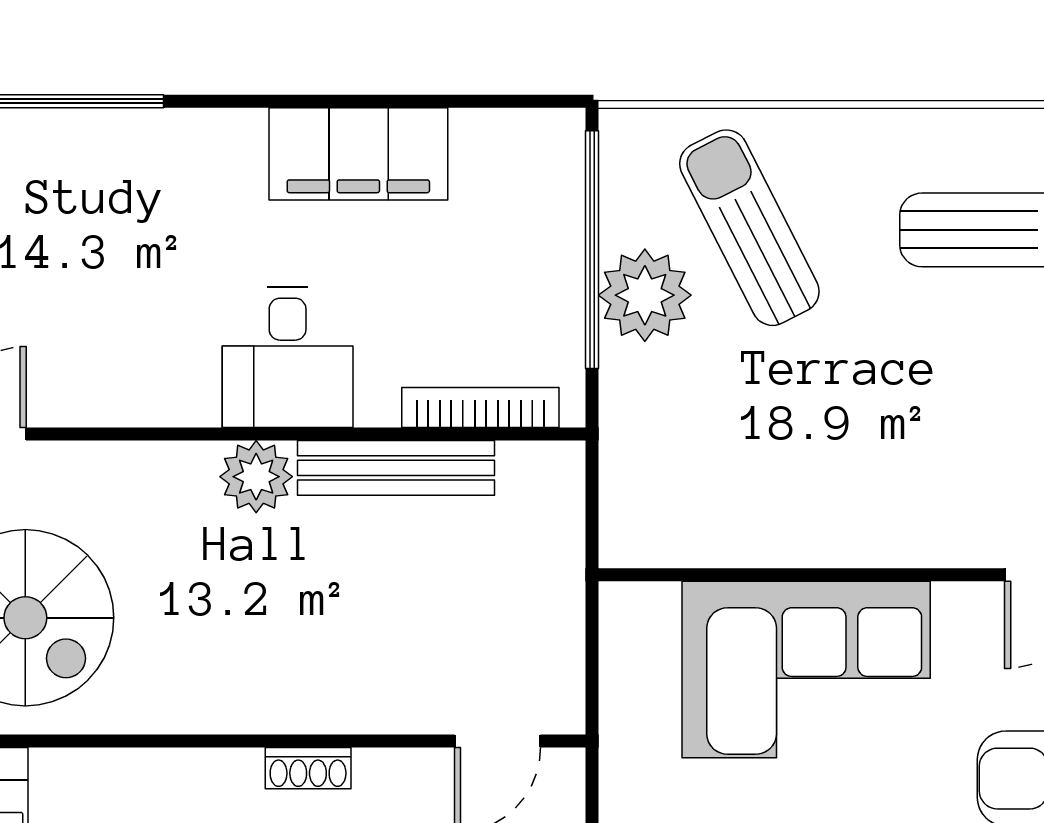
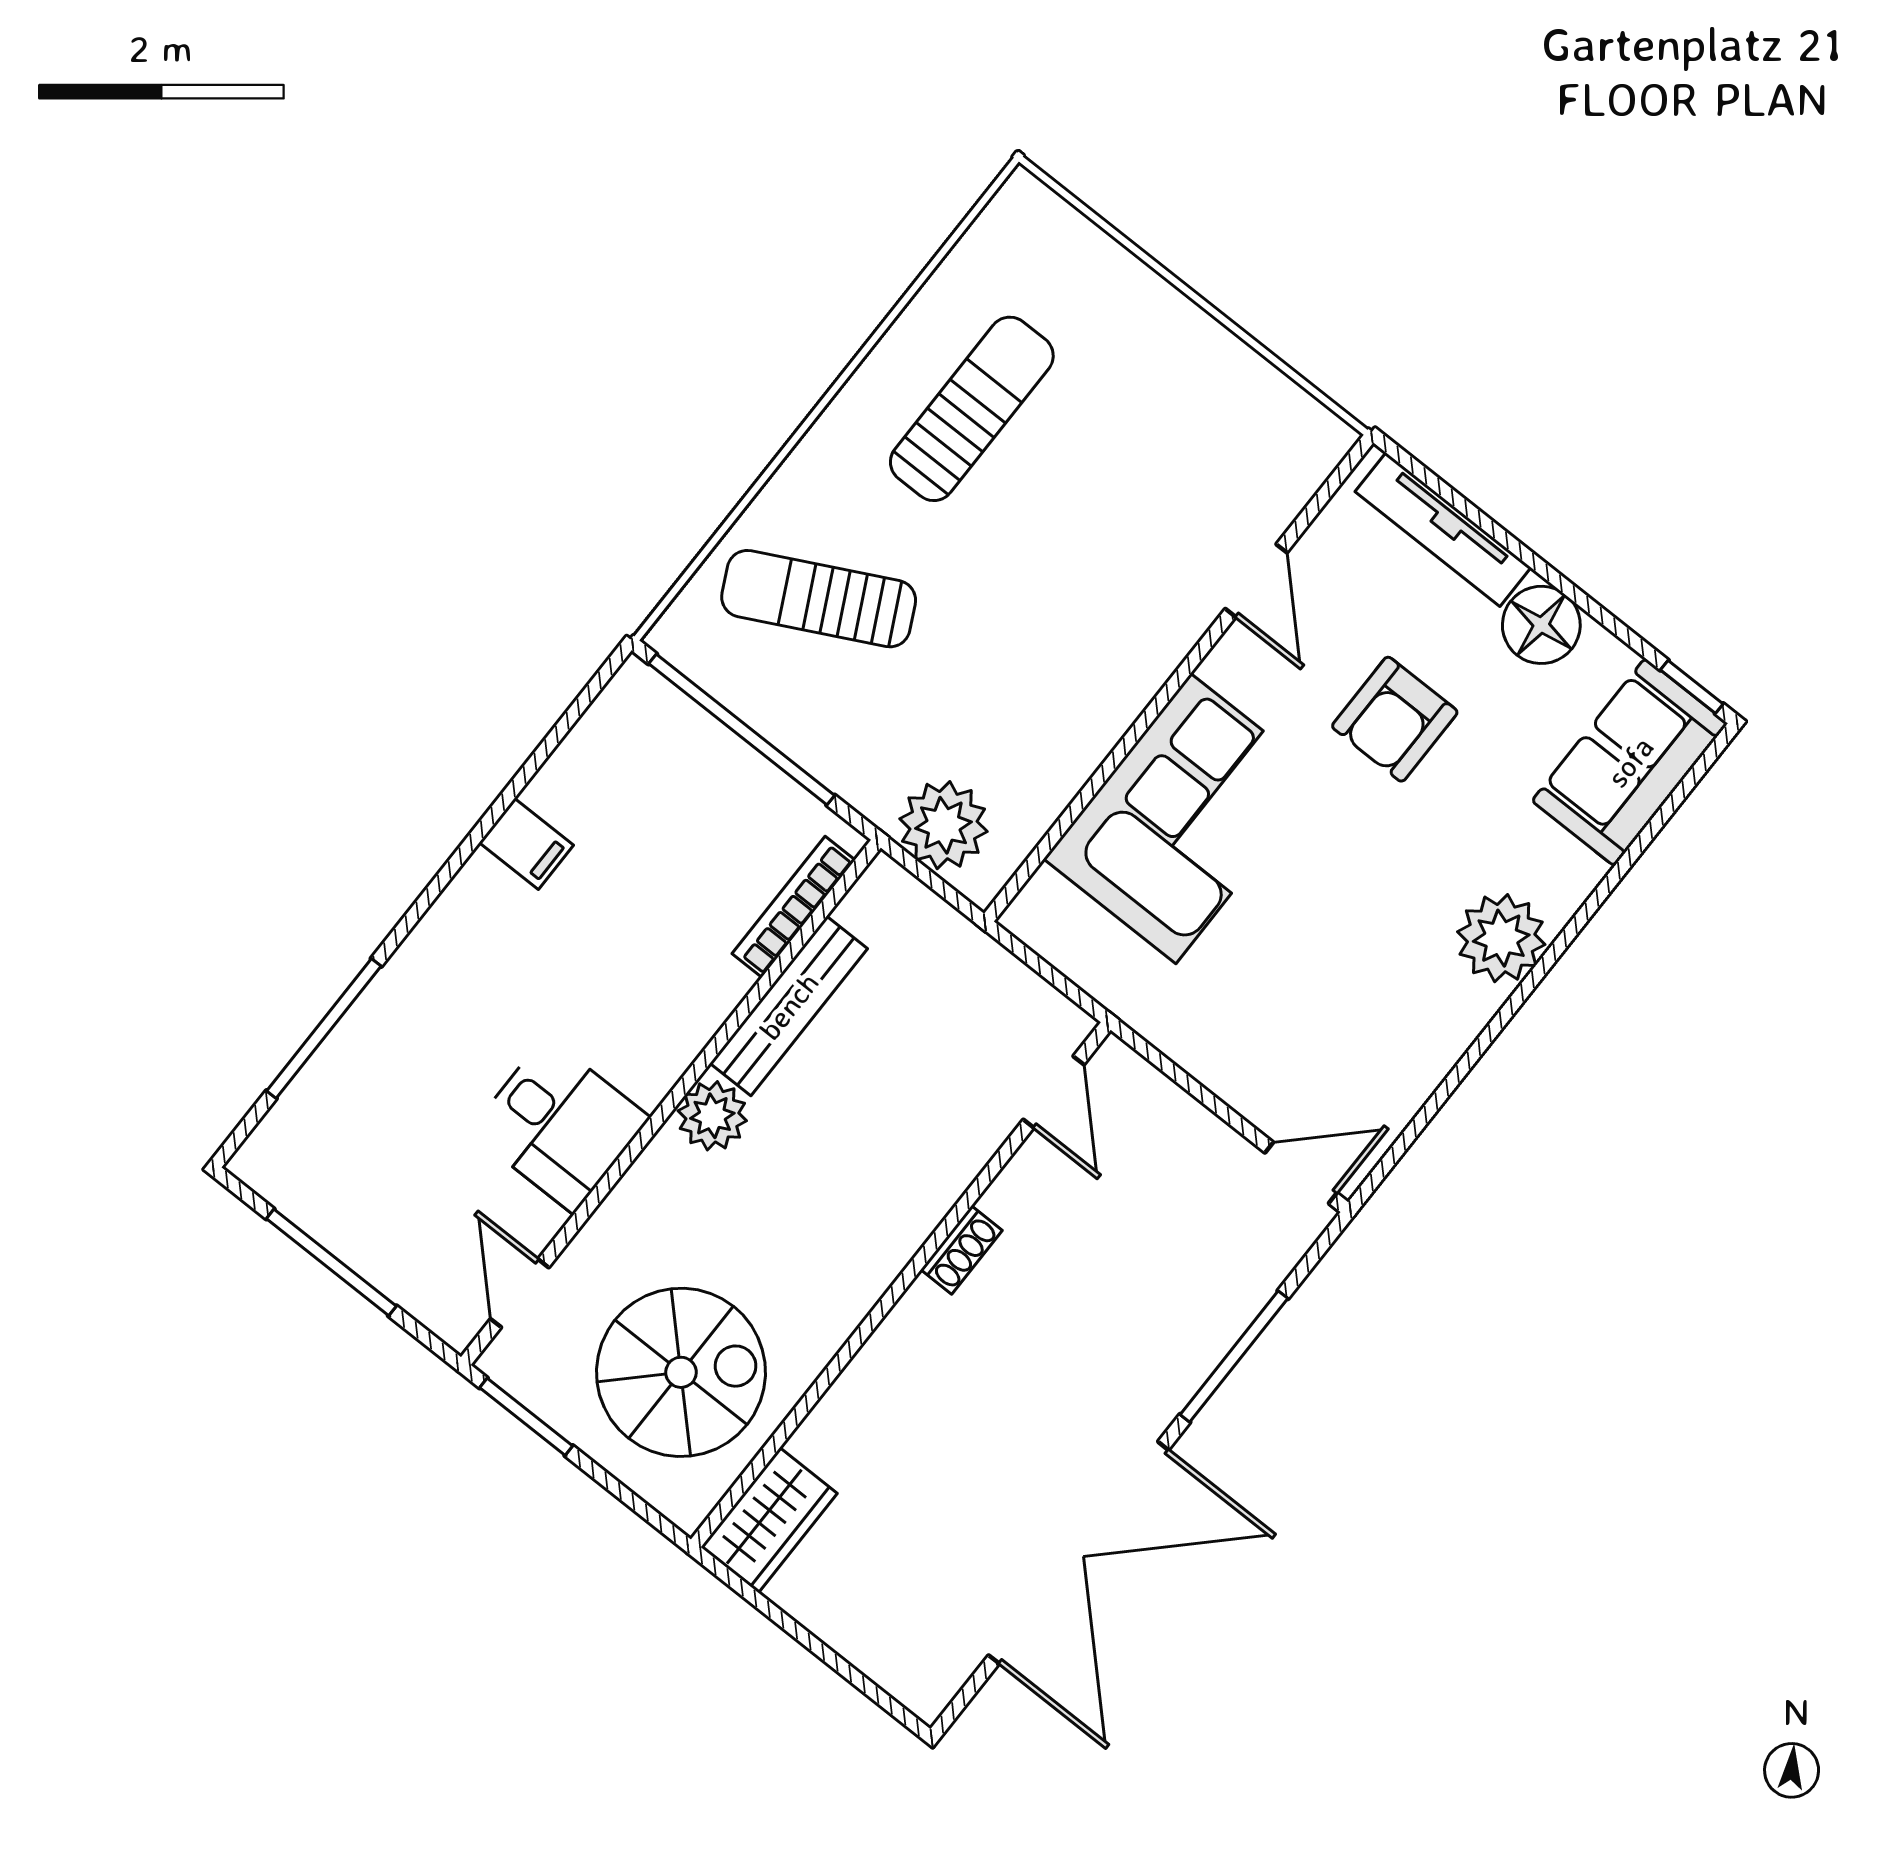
filing cabinet: (358, 154) -> (526, 844), width x0.33, depth x0.86
plant: (645, 295) -> (944, 825), moved
desk: (288, 357) -> (560, 1125), moved

